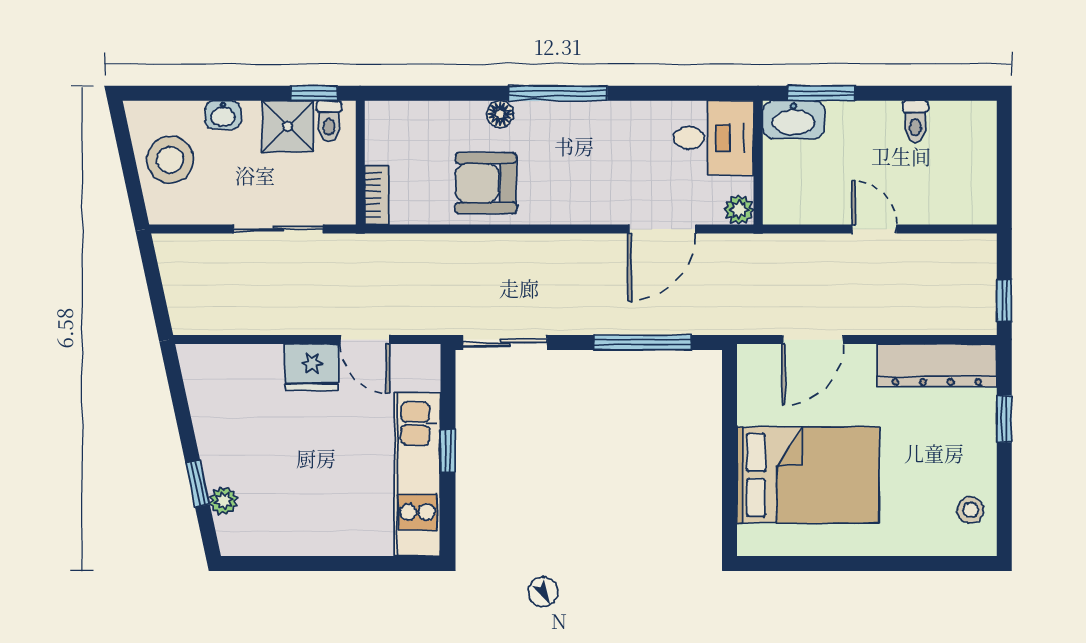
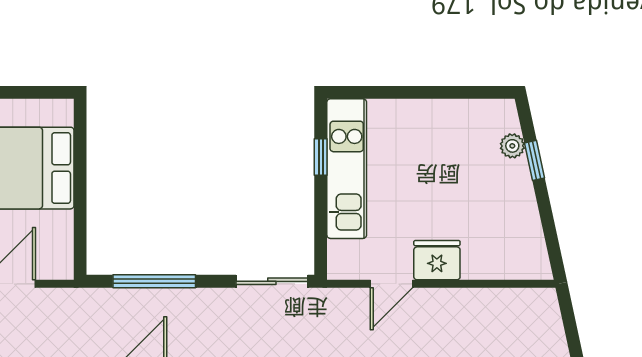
door: (365, 339) -> (392, 284), swing flipped
window: (448, 451) -> (321, 157), moved

